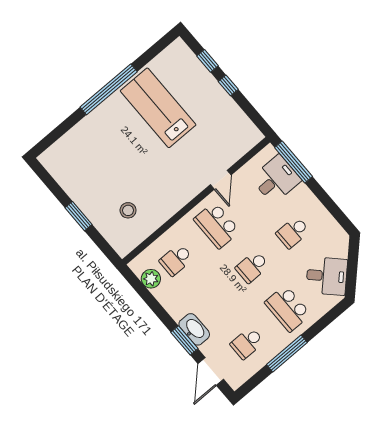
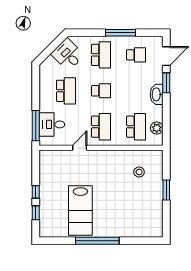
school desk: (293, 232) -> (66, 91), width x1.85
school desk: (176, 260) -> (136, 127), width x1.85
washbasin: (194, 329) -> (157, 94), moved

